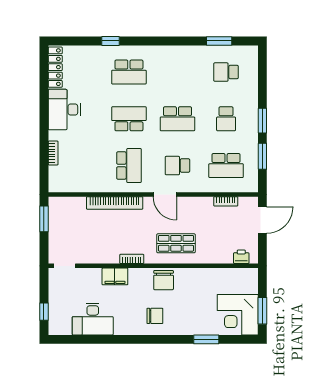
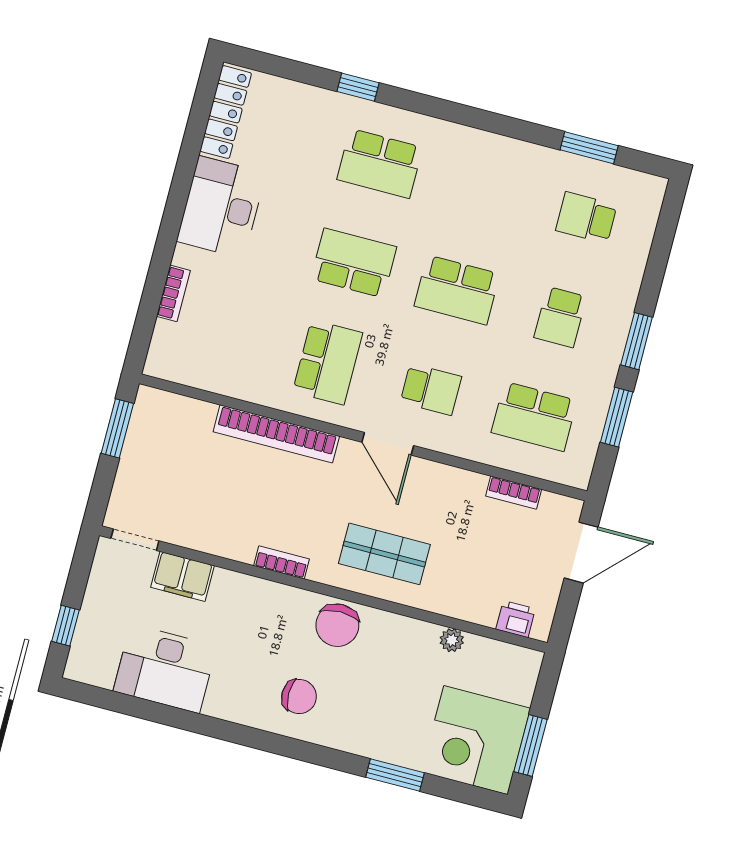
school desk: (177, 166) -> (431, 389), turned 180
plant: (216, 273) -> (452, 640), added
filing cabinet: (115, 276) -> (182, 576), moved

